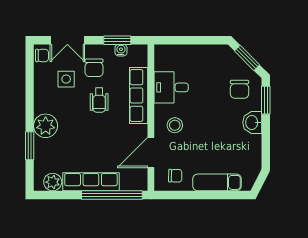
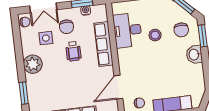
desk: (171, 87) -> (128, 30), width x1.37
stool: (175, 125) -> (155, 35), moved
plant: (46, 126) -> (33, 64), moved

